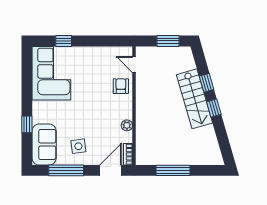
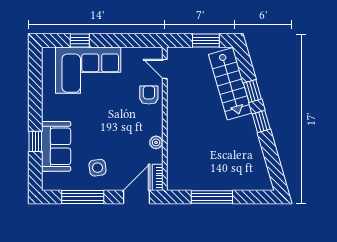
corner sofa: (51, 73) -> (88, 70), moved, turned 90
stairs: (195, 99) -> (230, 84), moved
sofa: (44, 145) -> (56, 146), moved

